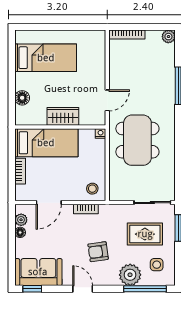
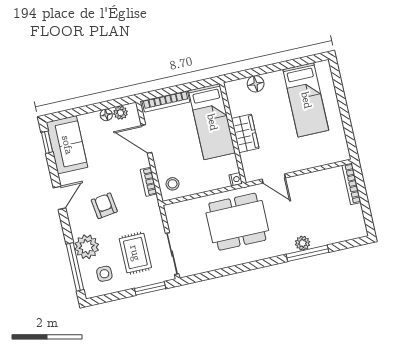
plant: (168, 37) -> (303, 243), moved
bookcase: (20, 171) -> (166, 101), width x1.56

